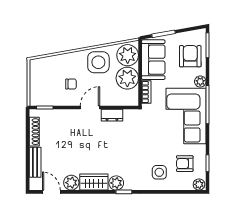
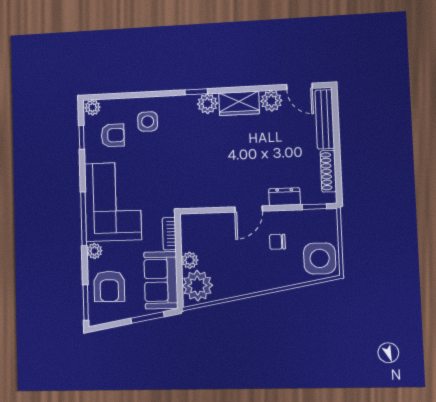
side table: (98, 62) -> (320, 258), moved
plant: (127, 78) -> (190, 260), width x0.53, depth x0.53
dresser: (112, 115) -> (284, 197), moved
bench: (35, 162) -> (325, 119), width x1.36

